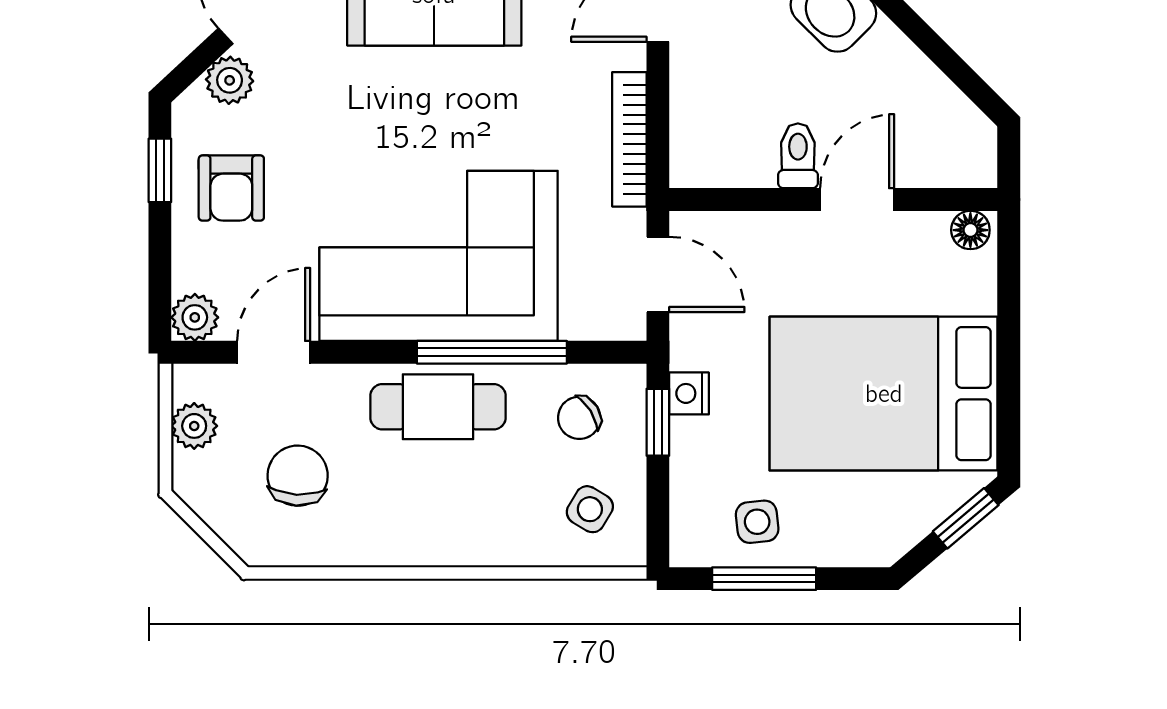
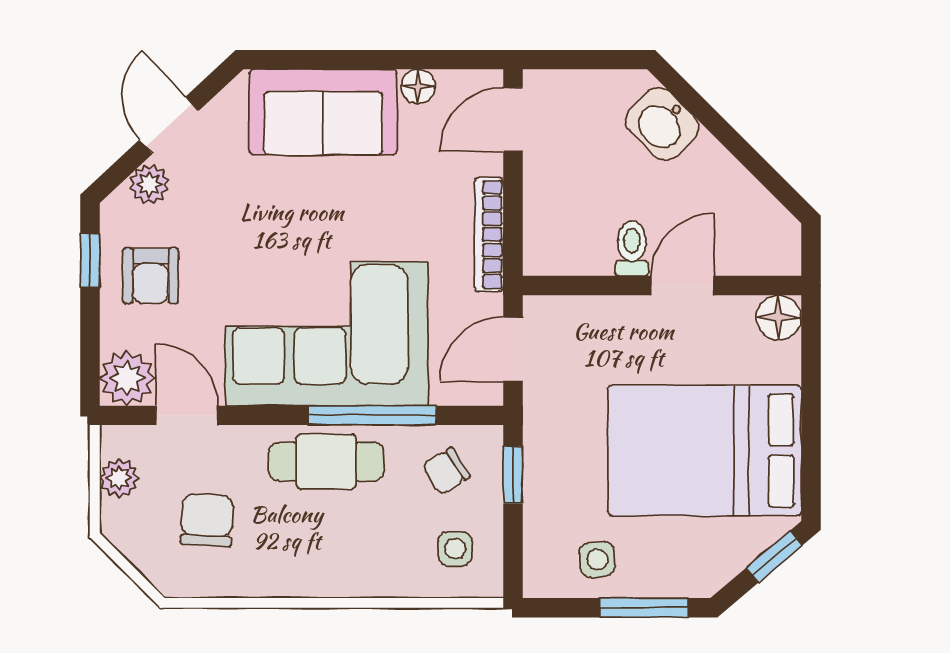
floor lamp: (970, 230) -> (779, 318), width x1.37, depth x1.37
door: (658, 274) -> (513, 349), swing flipped
plant: (195, 317) -> (127, 378), width x1.38, depth x1.38
door: (274, 352) -> (187, 415), hinge flipped
nightstand: (689, 393) -> (539, 450), removed
side table: (590, 509) -> (455, 549), turned -31
window: (764, 579) -> (644, 608), moved

